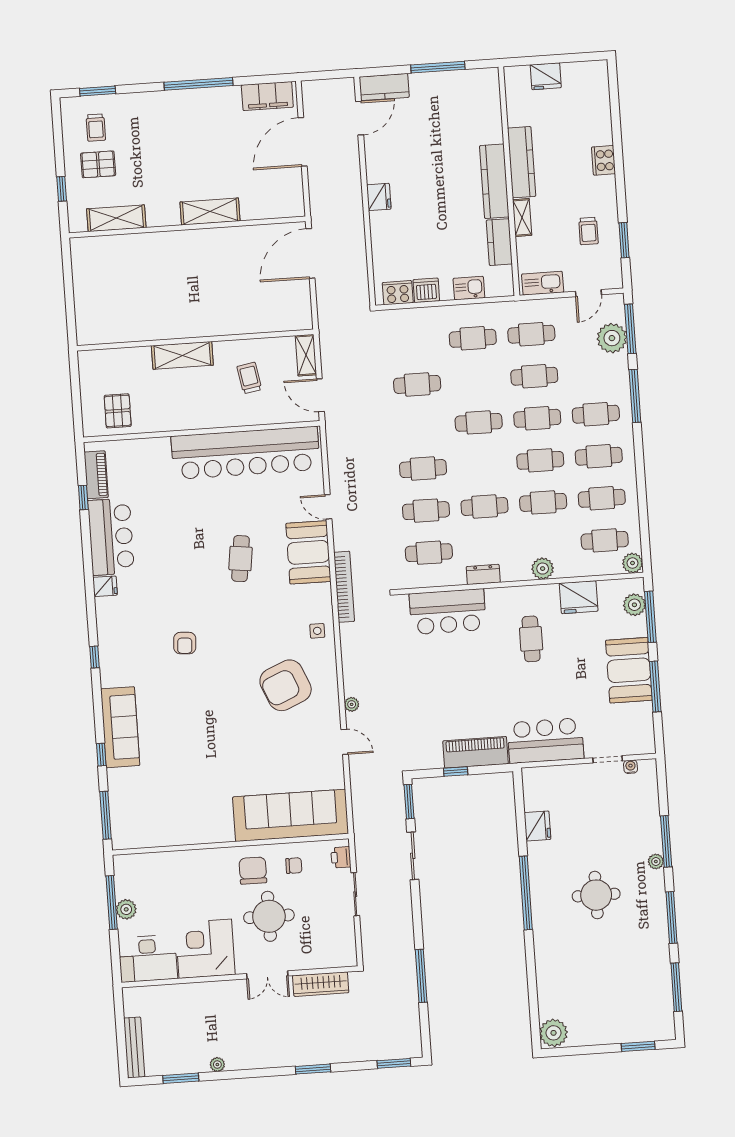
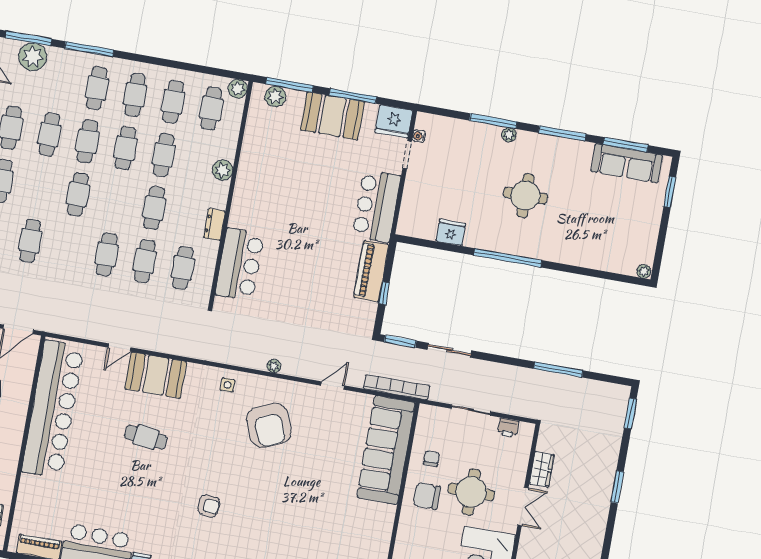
bookcase: (344, 587) -> (397, 387), moved
fridge: (579, 597) -> (394, 121), moved, turned 90
cafe table: (531, 639) -> (283, 196), removed
plant: (352, 704) -> (274, 366), moved
printer: (341, 857) -> (508, 428), moved
wardrobe: (321, 984) -> (542, 469), width x0.67
sofa: (657, 993) -> (627, 163), added
plant: (554, 1033) -> (644, 271), width x0.53, depth x0.53

